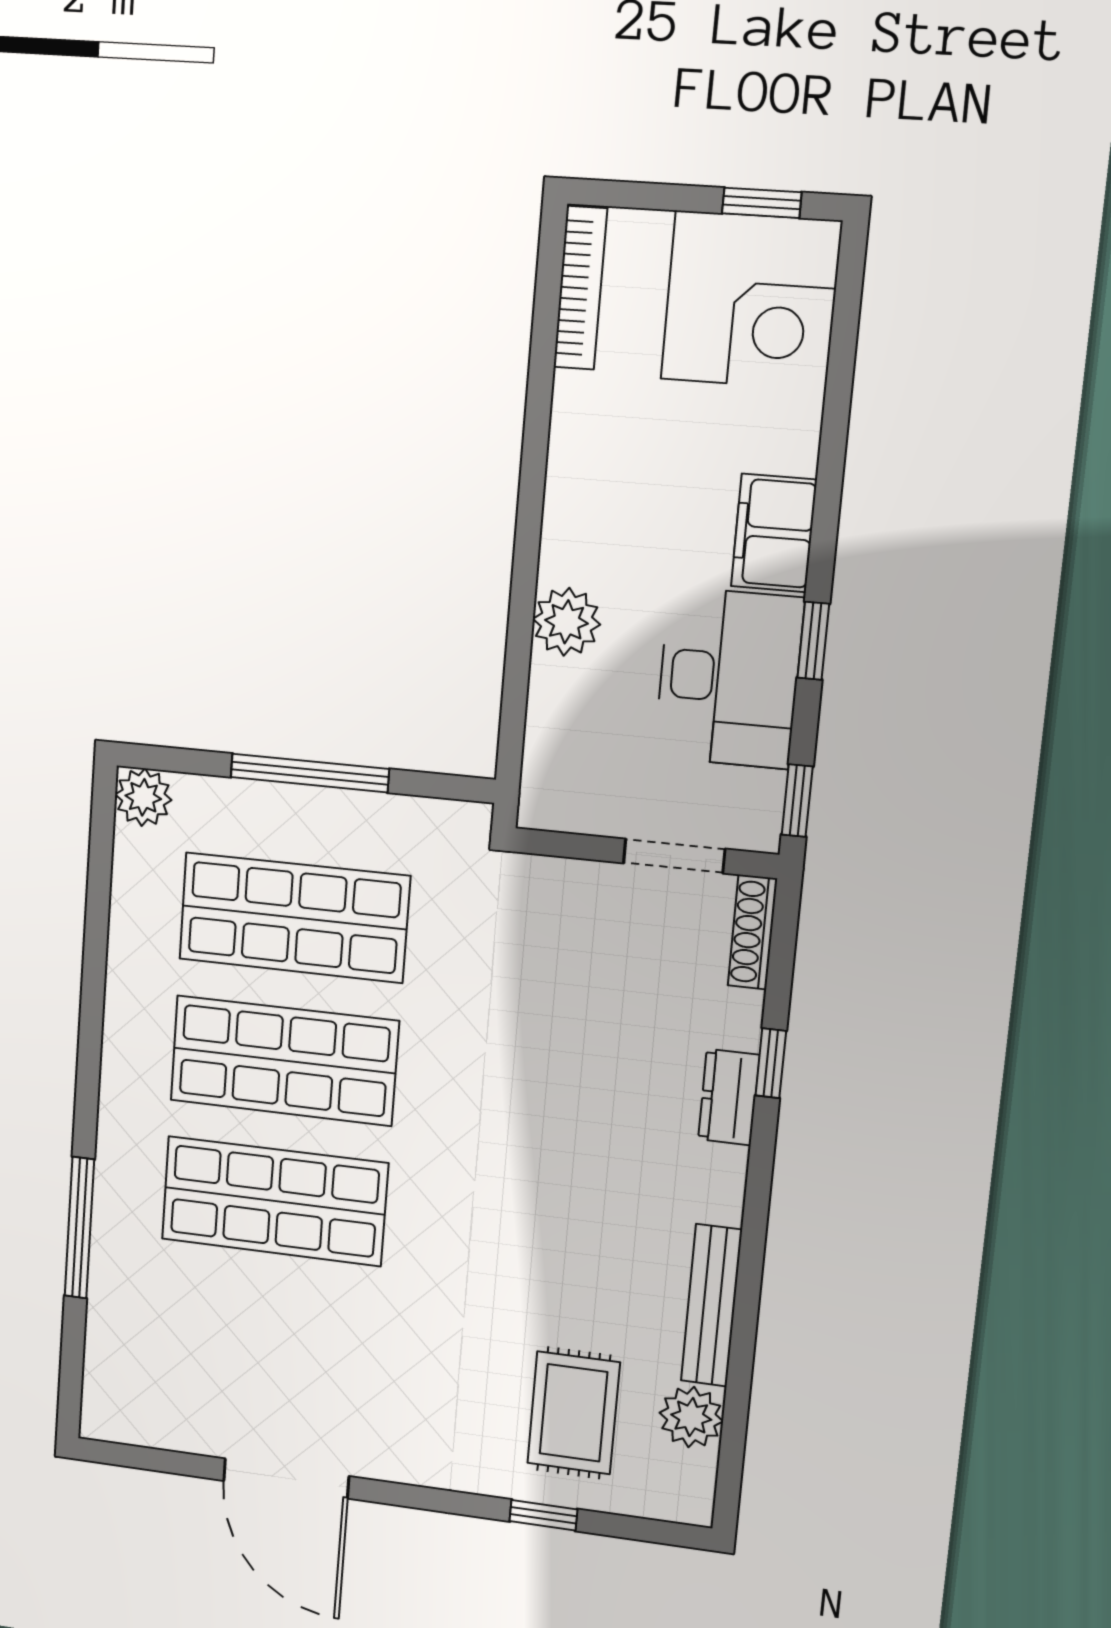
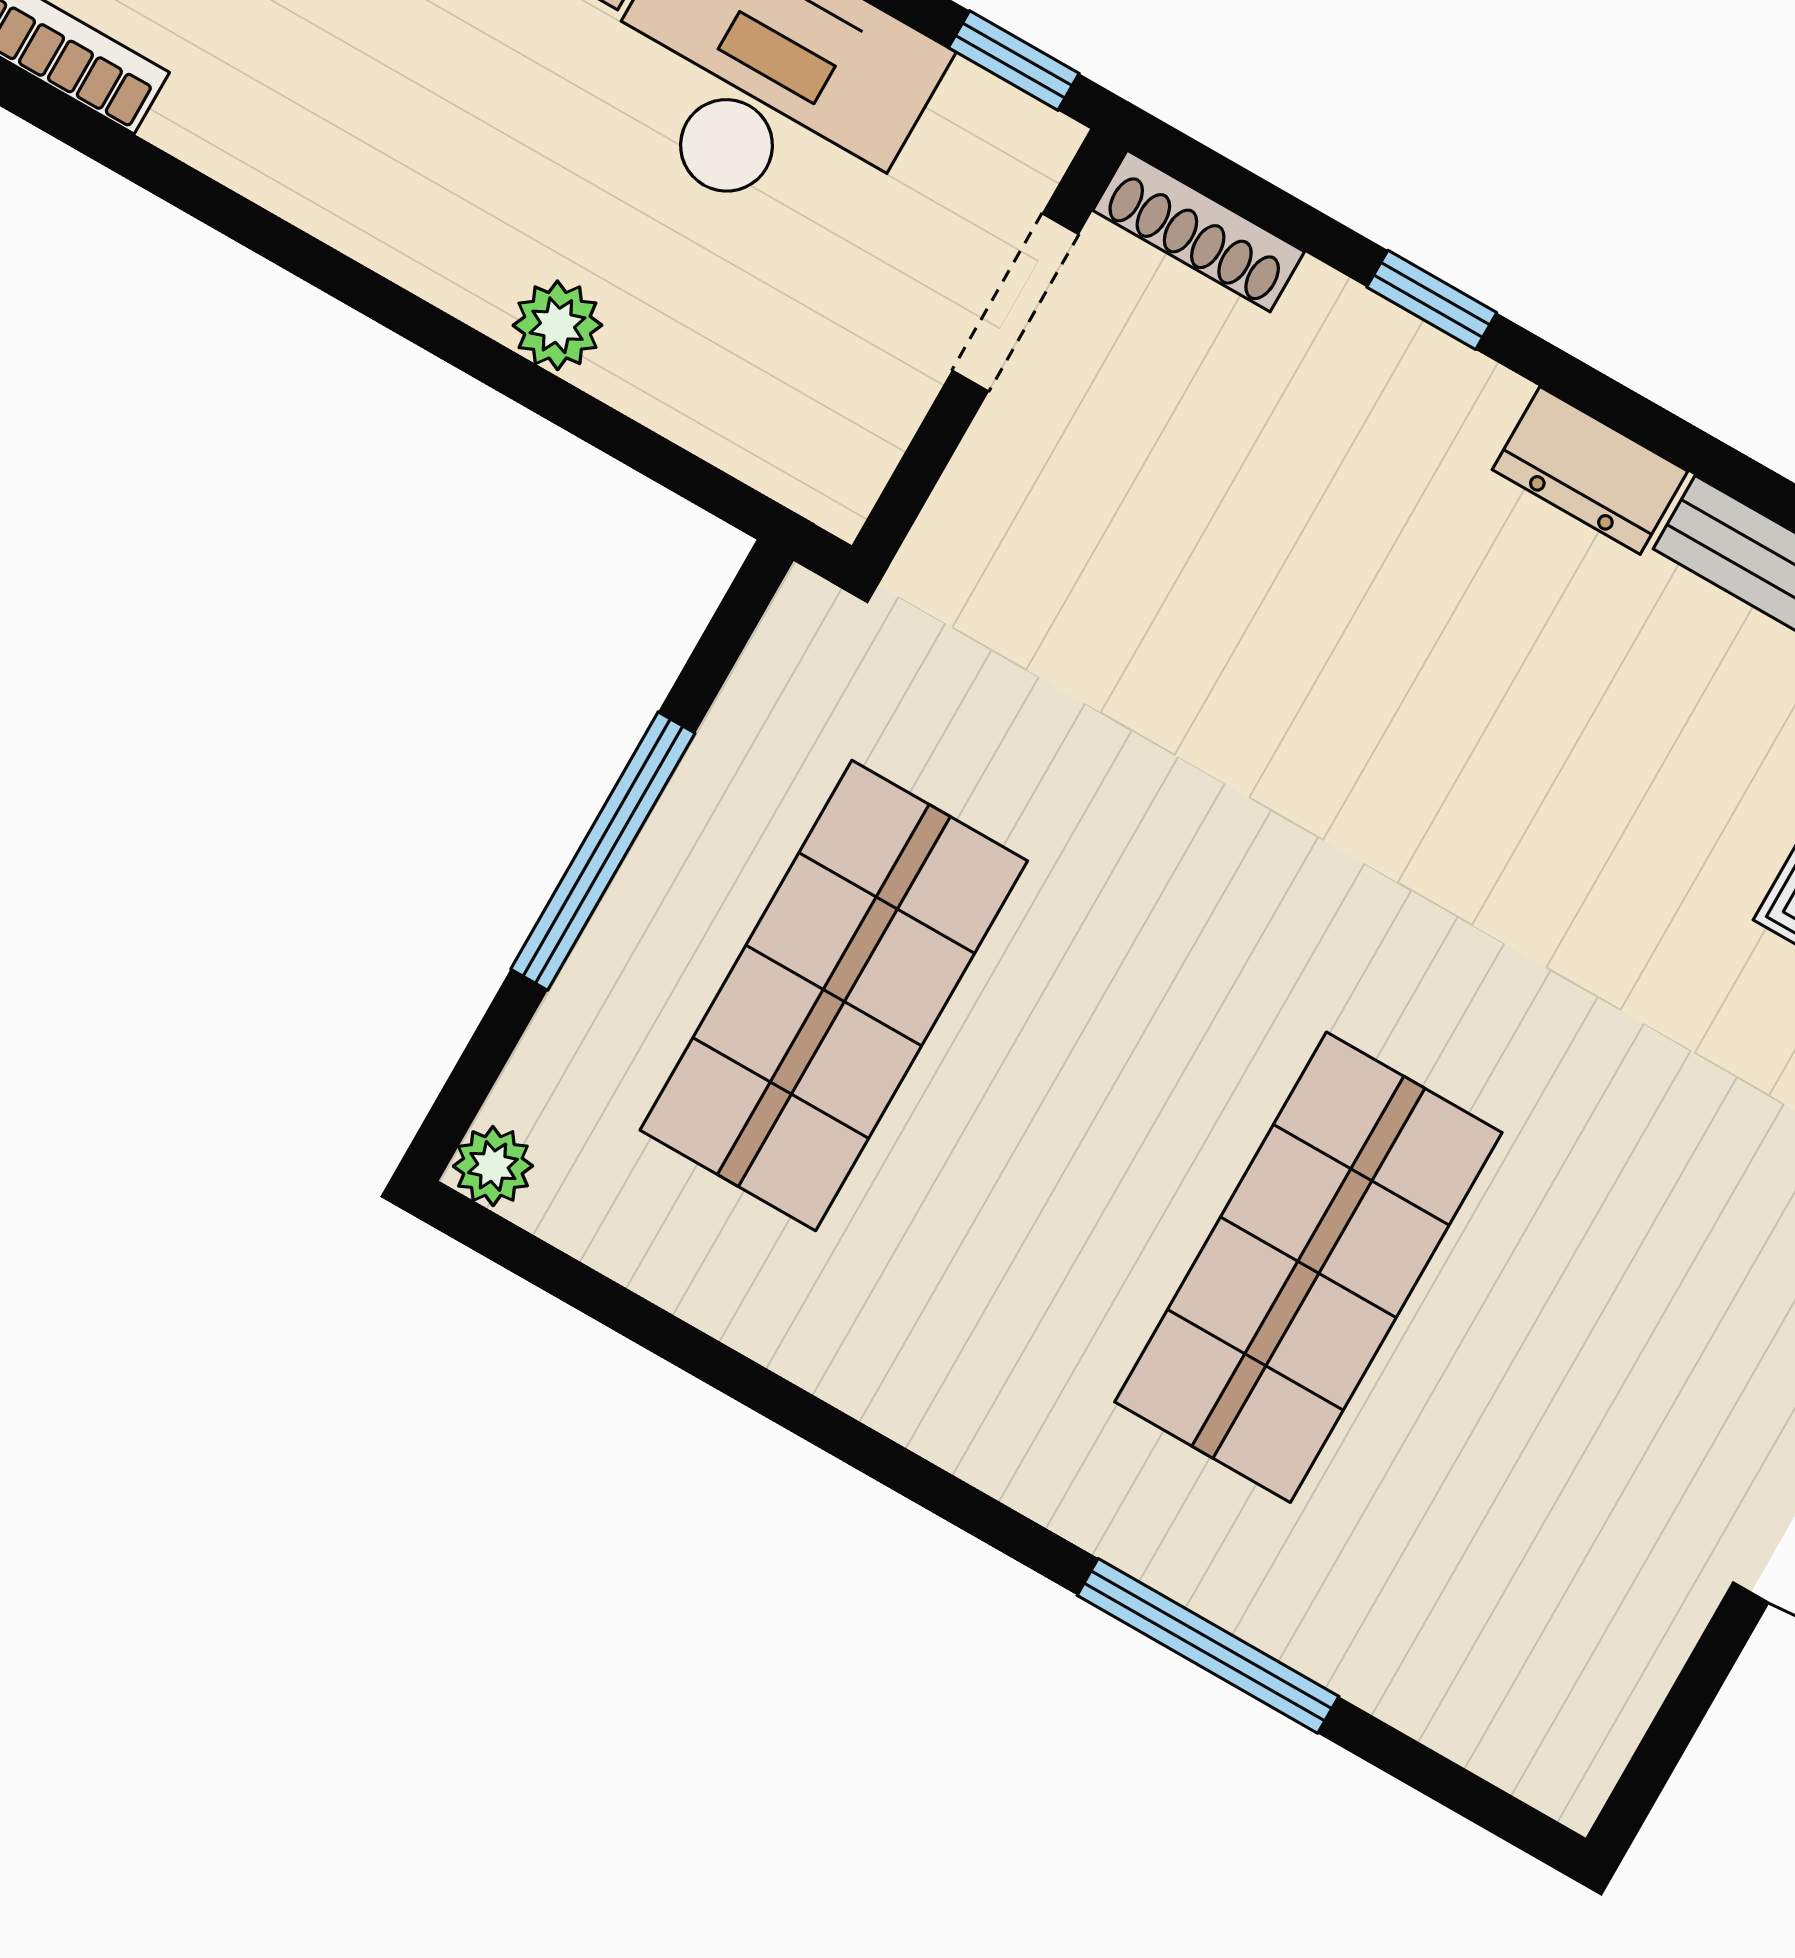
plant: (566, 622) -> (557, 325), width x0.73, depth x0.73
plant: (143, 797) -> (493, 1166), width x0.73, depth x0.73
shop shelf: (284, 1061) -> (1071, 1131), removed
dresser: (729, 1097) -> (1590, 470), moved

